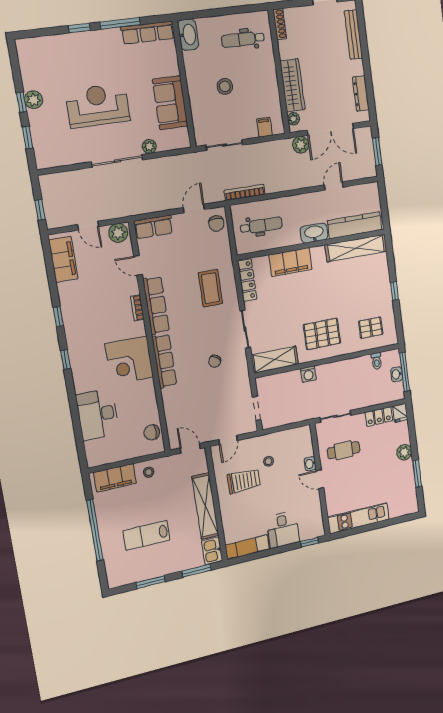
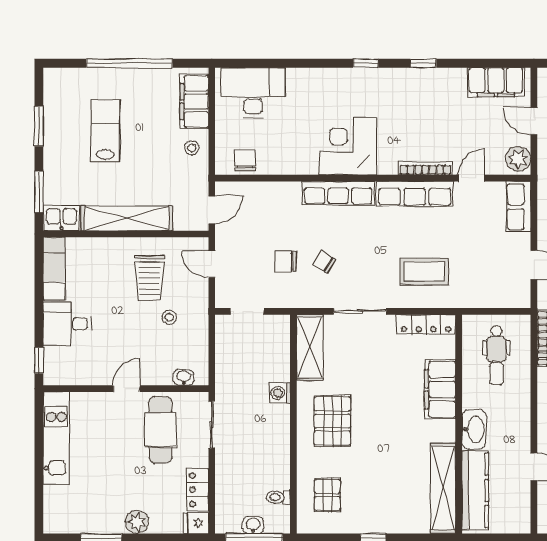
chair: (216, 224) -> (286, 261), moved
door: (88, 226) -> (534, 121), hinge flipped
bookcase: (137, 308) -> (425, 168), width x1.56
desk: (98, 414) -> (253, 93), moved
cafe table: (344, 450) -> (160, 430), width x1.37, depth x1.35
washbasin: (310, 464) -> (184, 377), moved

